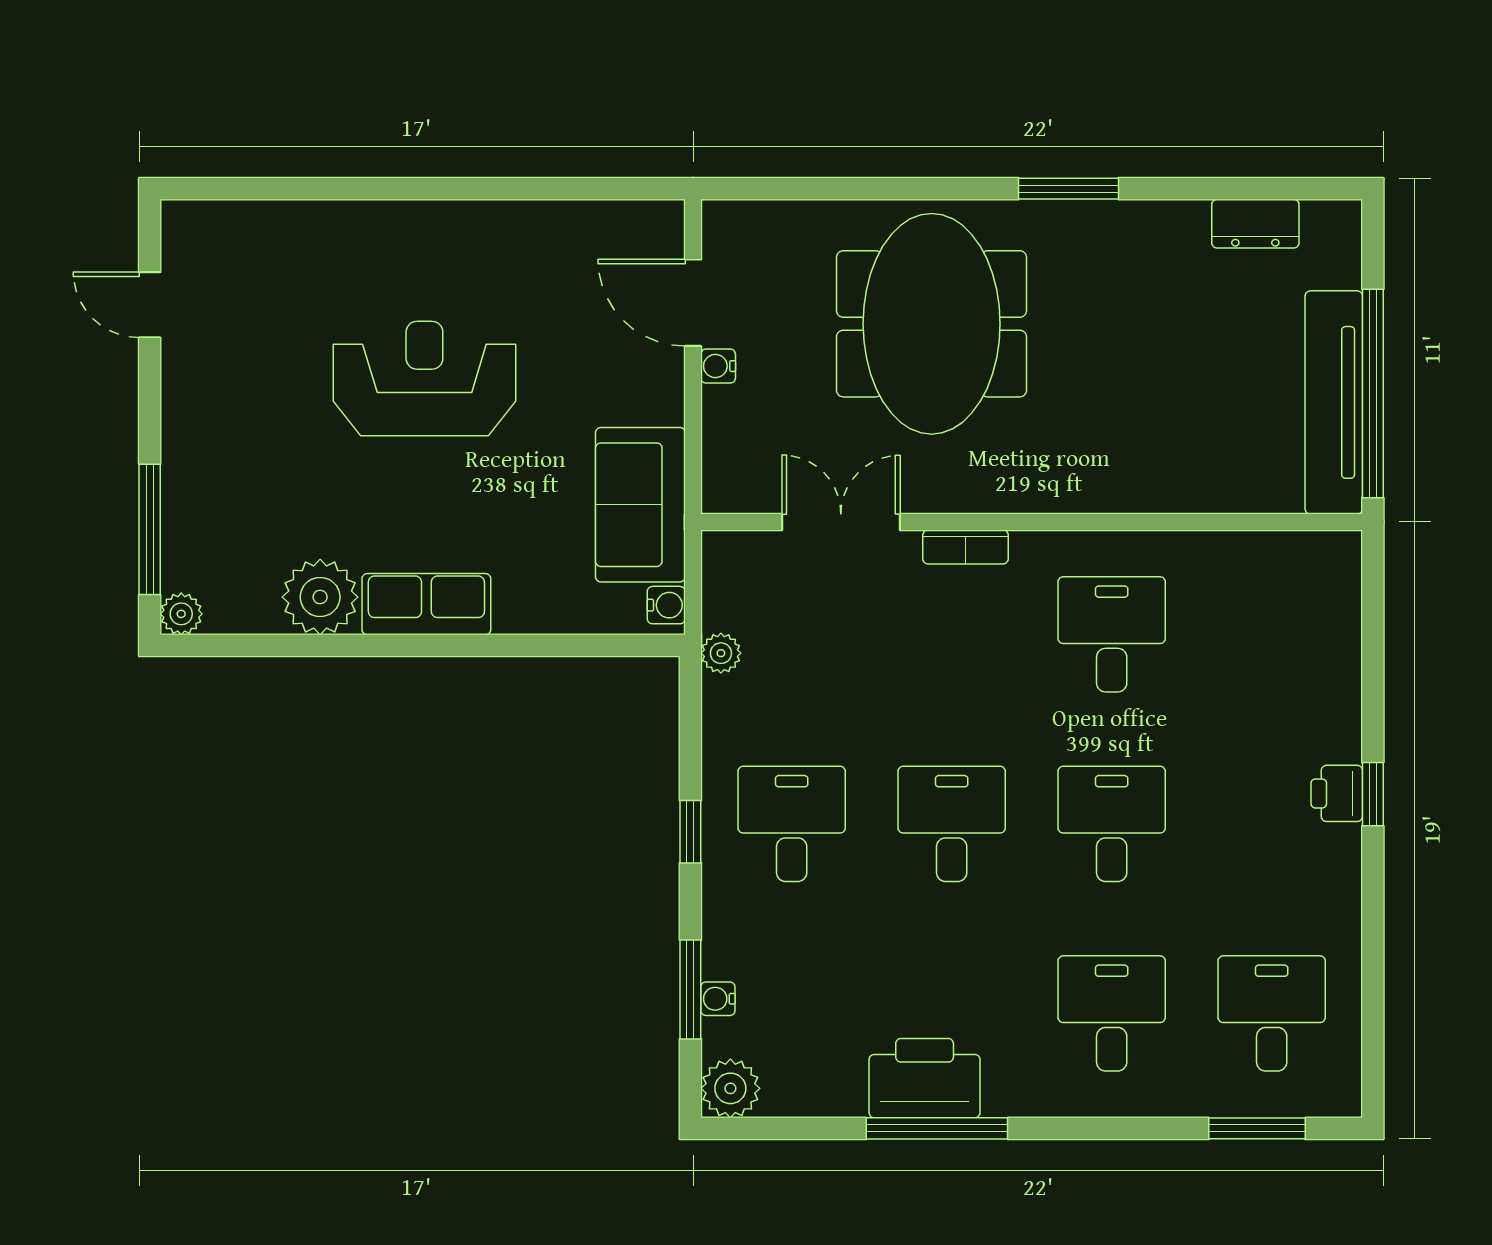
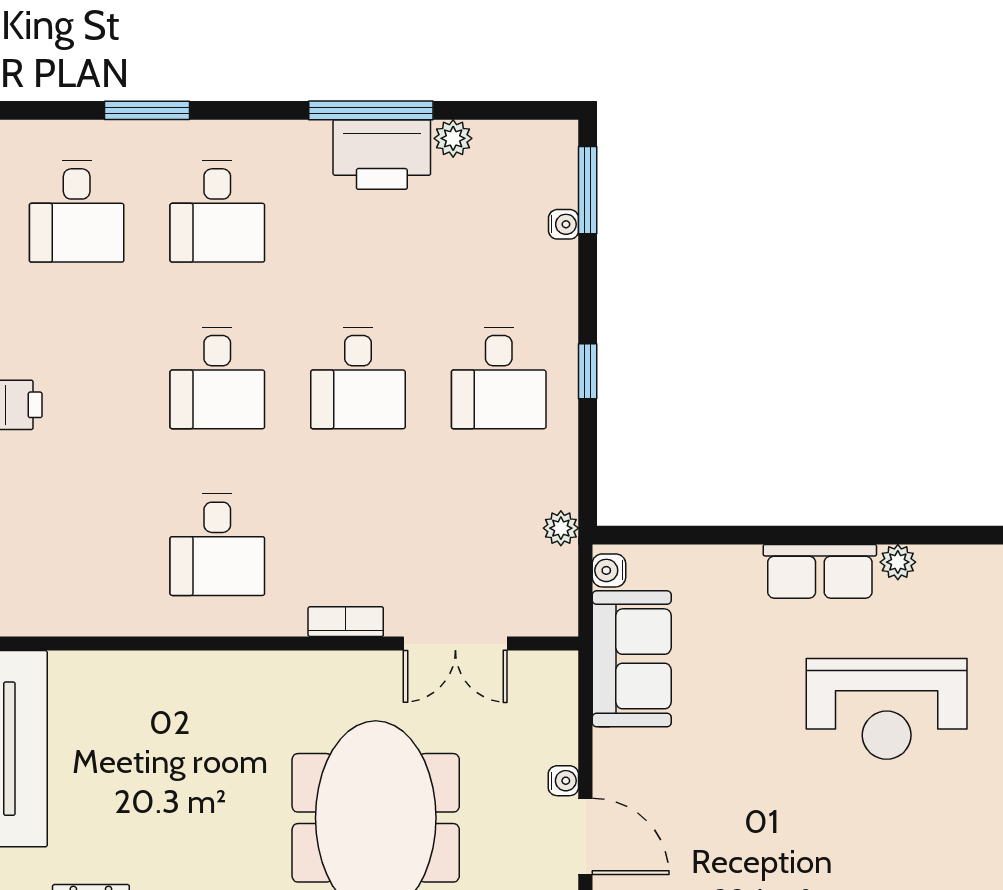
reception desk: (424, 379) -> (887, 709), moved
plant: (320, 597) -> (898, 562), width x0.53, depth x0.53
window: (690, 990) -> (588, 190), moved
plant: (730, 1088) -> (453, 138), moved, width x0.73, depth x0.73
window: (1257, 1128) -> (147, 110), moved

